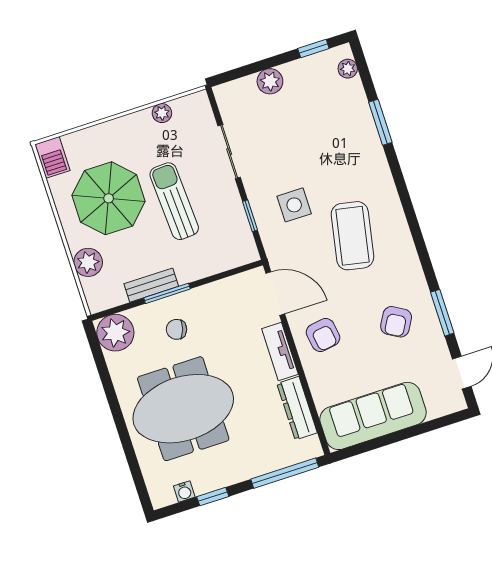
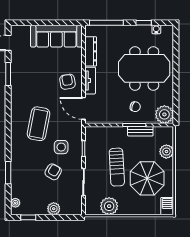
plant: (162, 113) -> (109, 206), width x1.87, depth x1.87
armchair: (396, 322) -> (53, 172), moved

